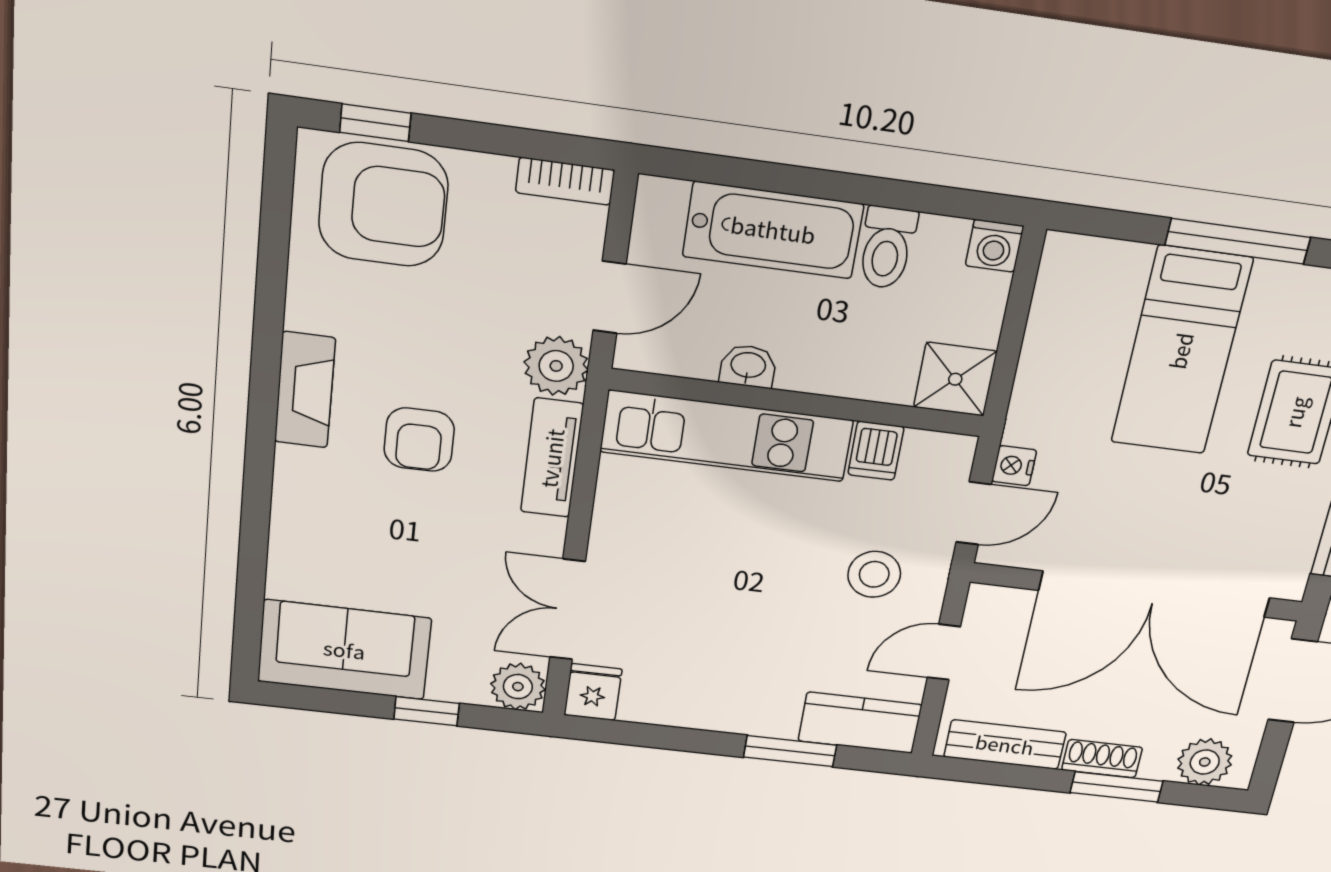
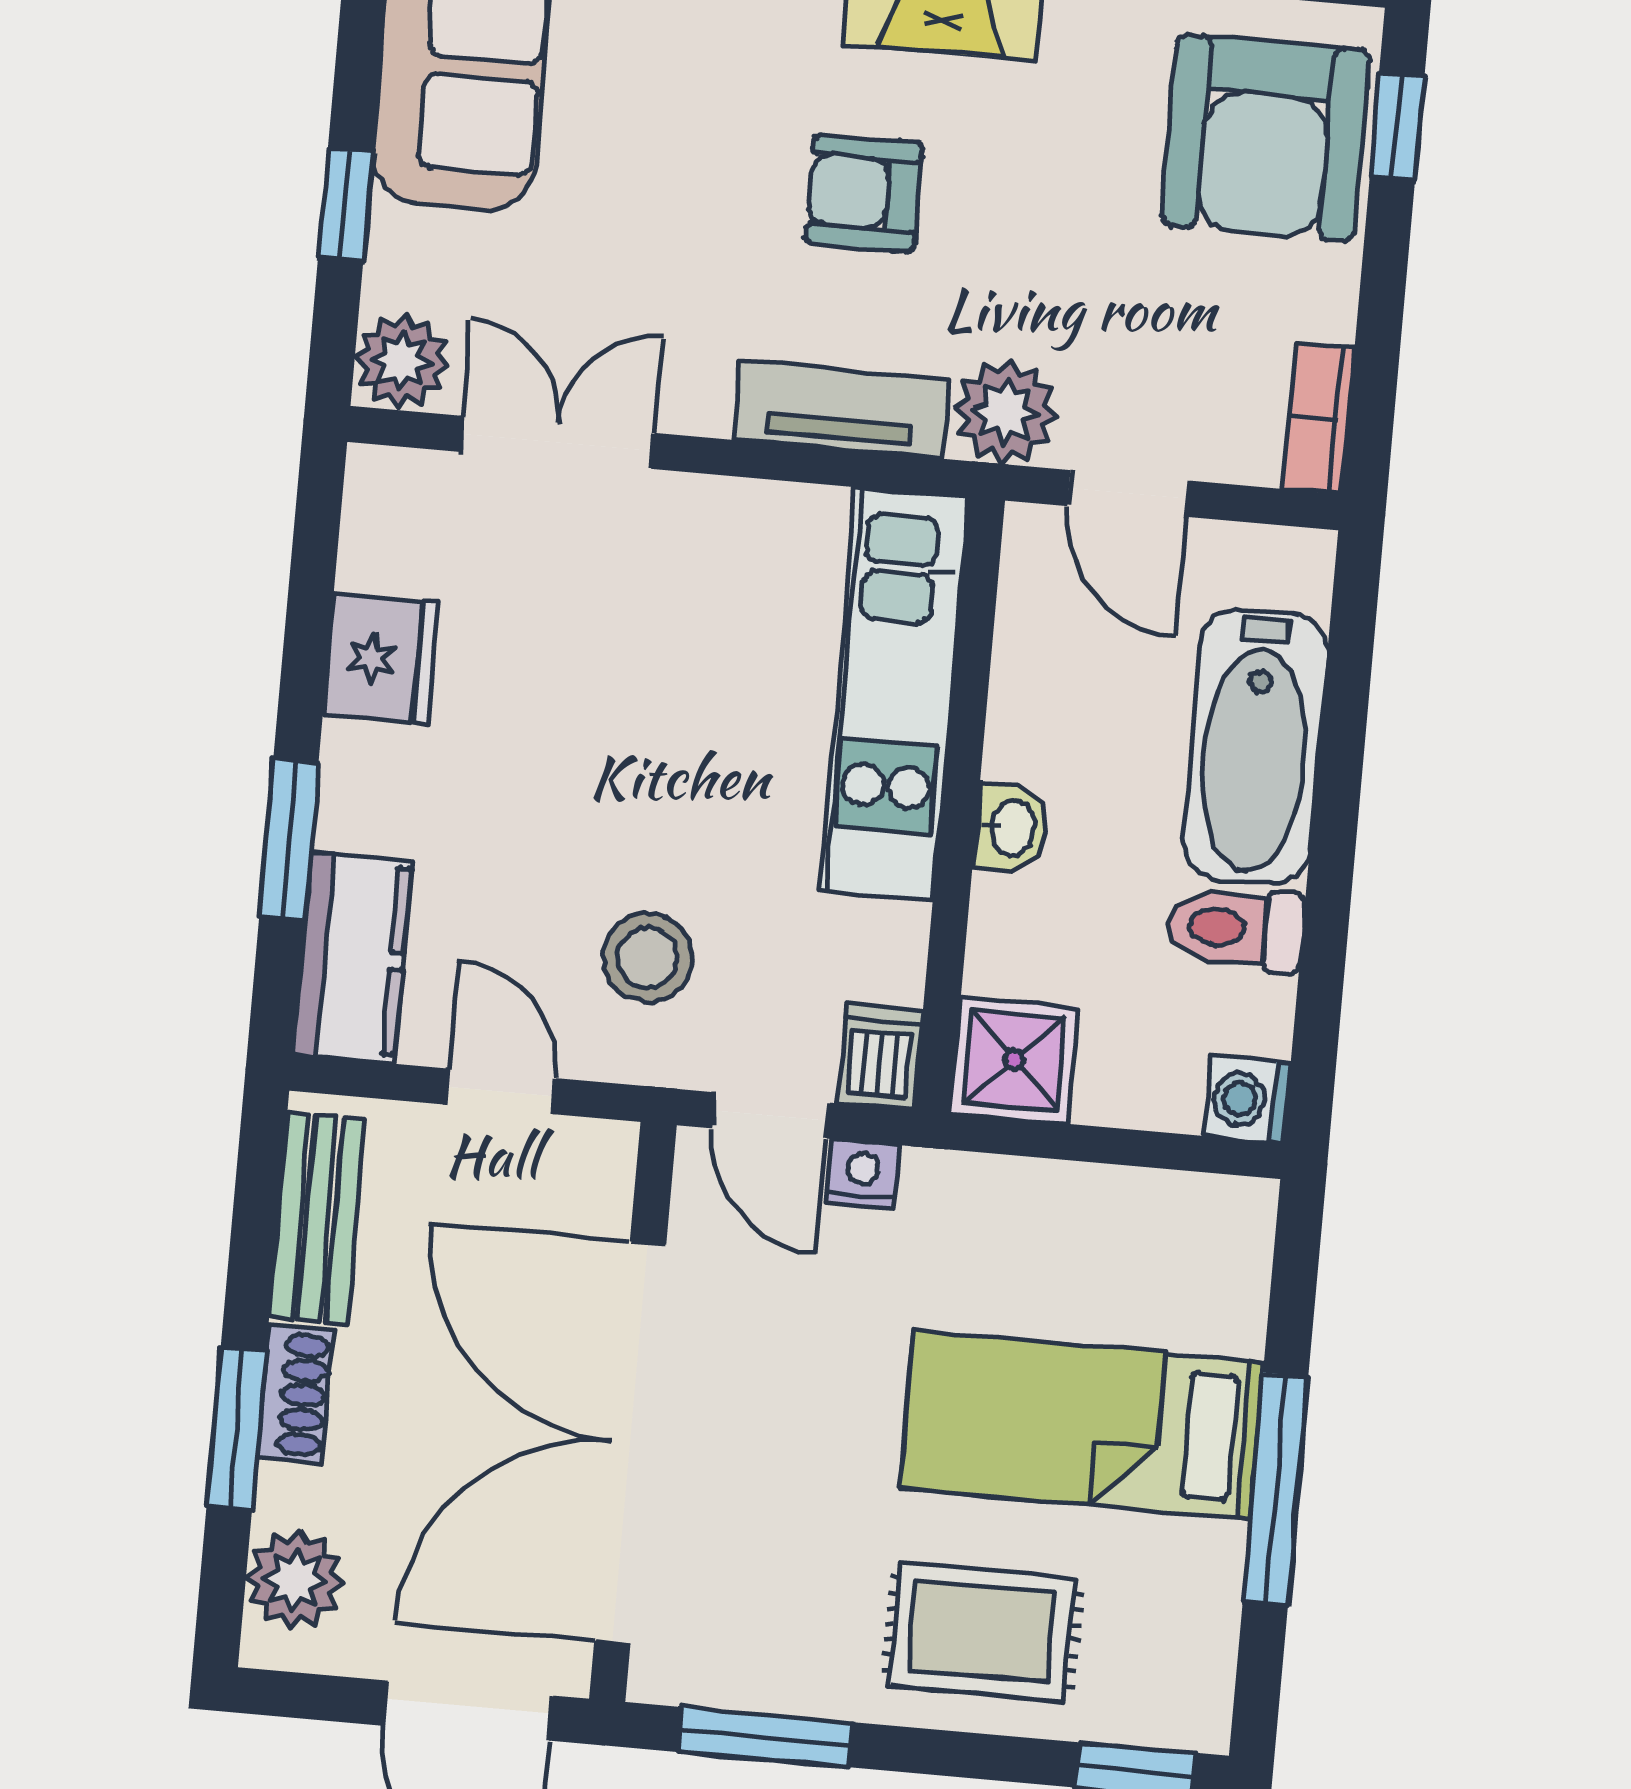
washbasin: (748, 366) -> (1011, 828), moved
dishwasher: (876, 451) -> (880, 1057), moved, turned 90
fridge: (593, 692) -> (381, 659), moved, width x1.38

